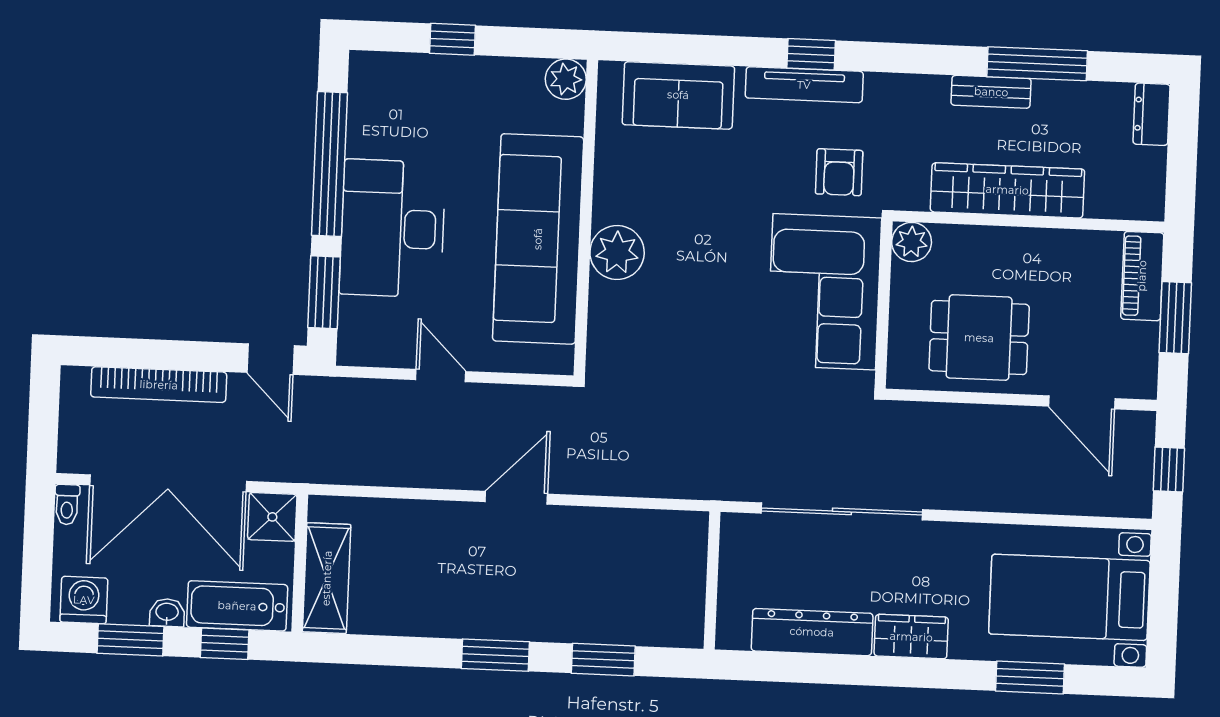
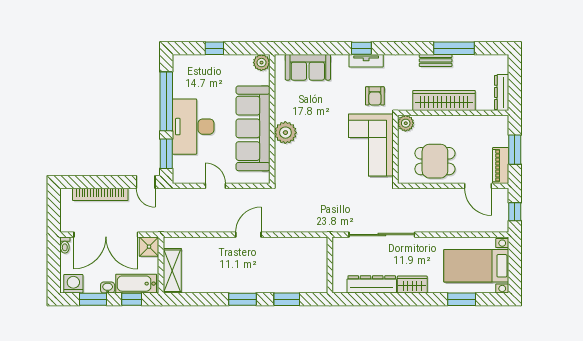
tv unit: (804, 85) -> (366, 61), width x0.71
dresser: (1152, 114) -> (502, 92), moved, width x1.44
piano: (1142, 276) -> (501, 166), moved

